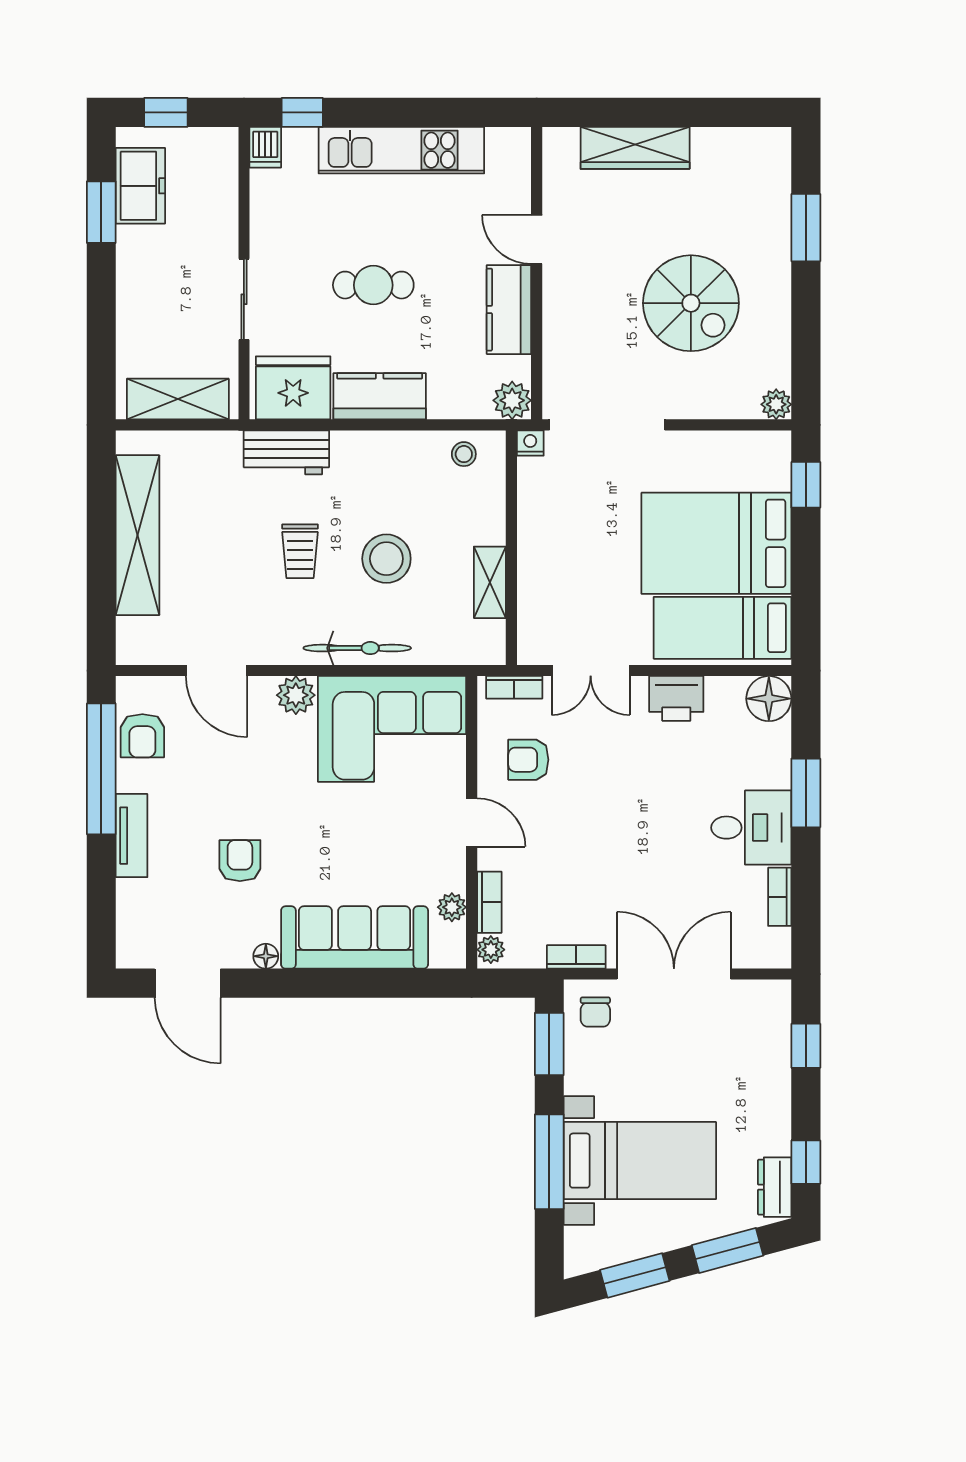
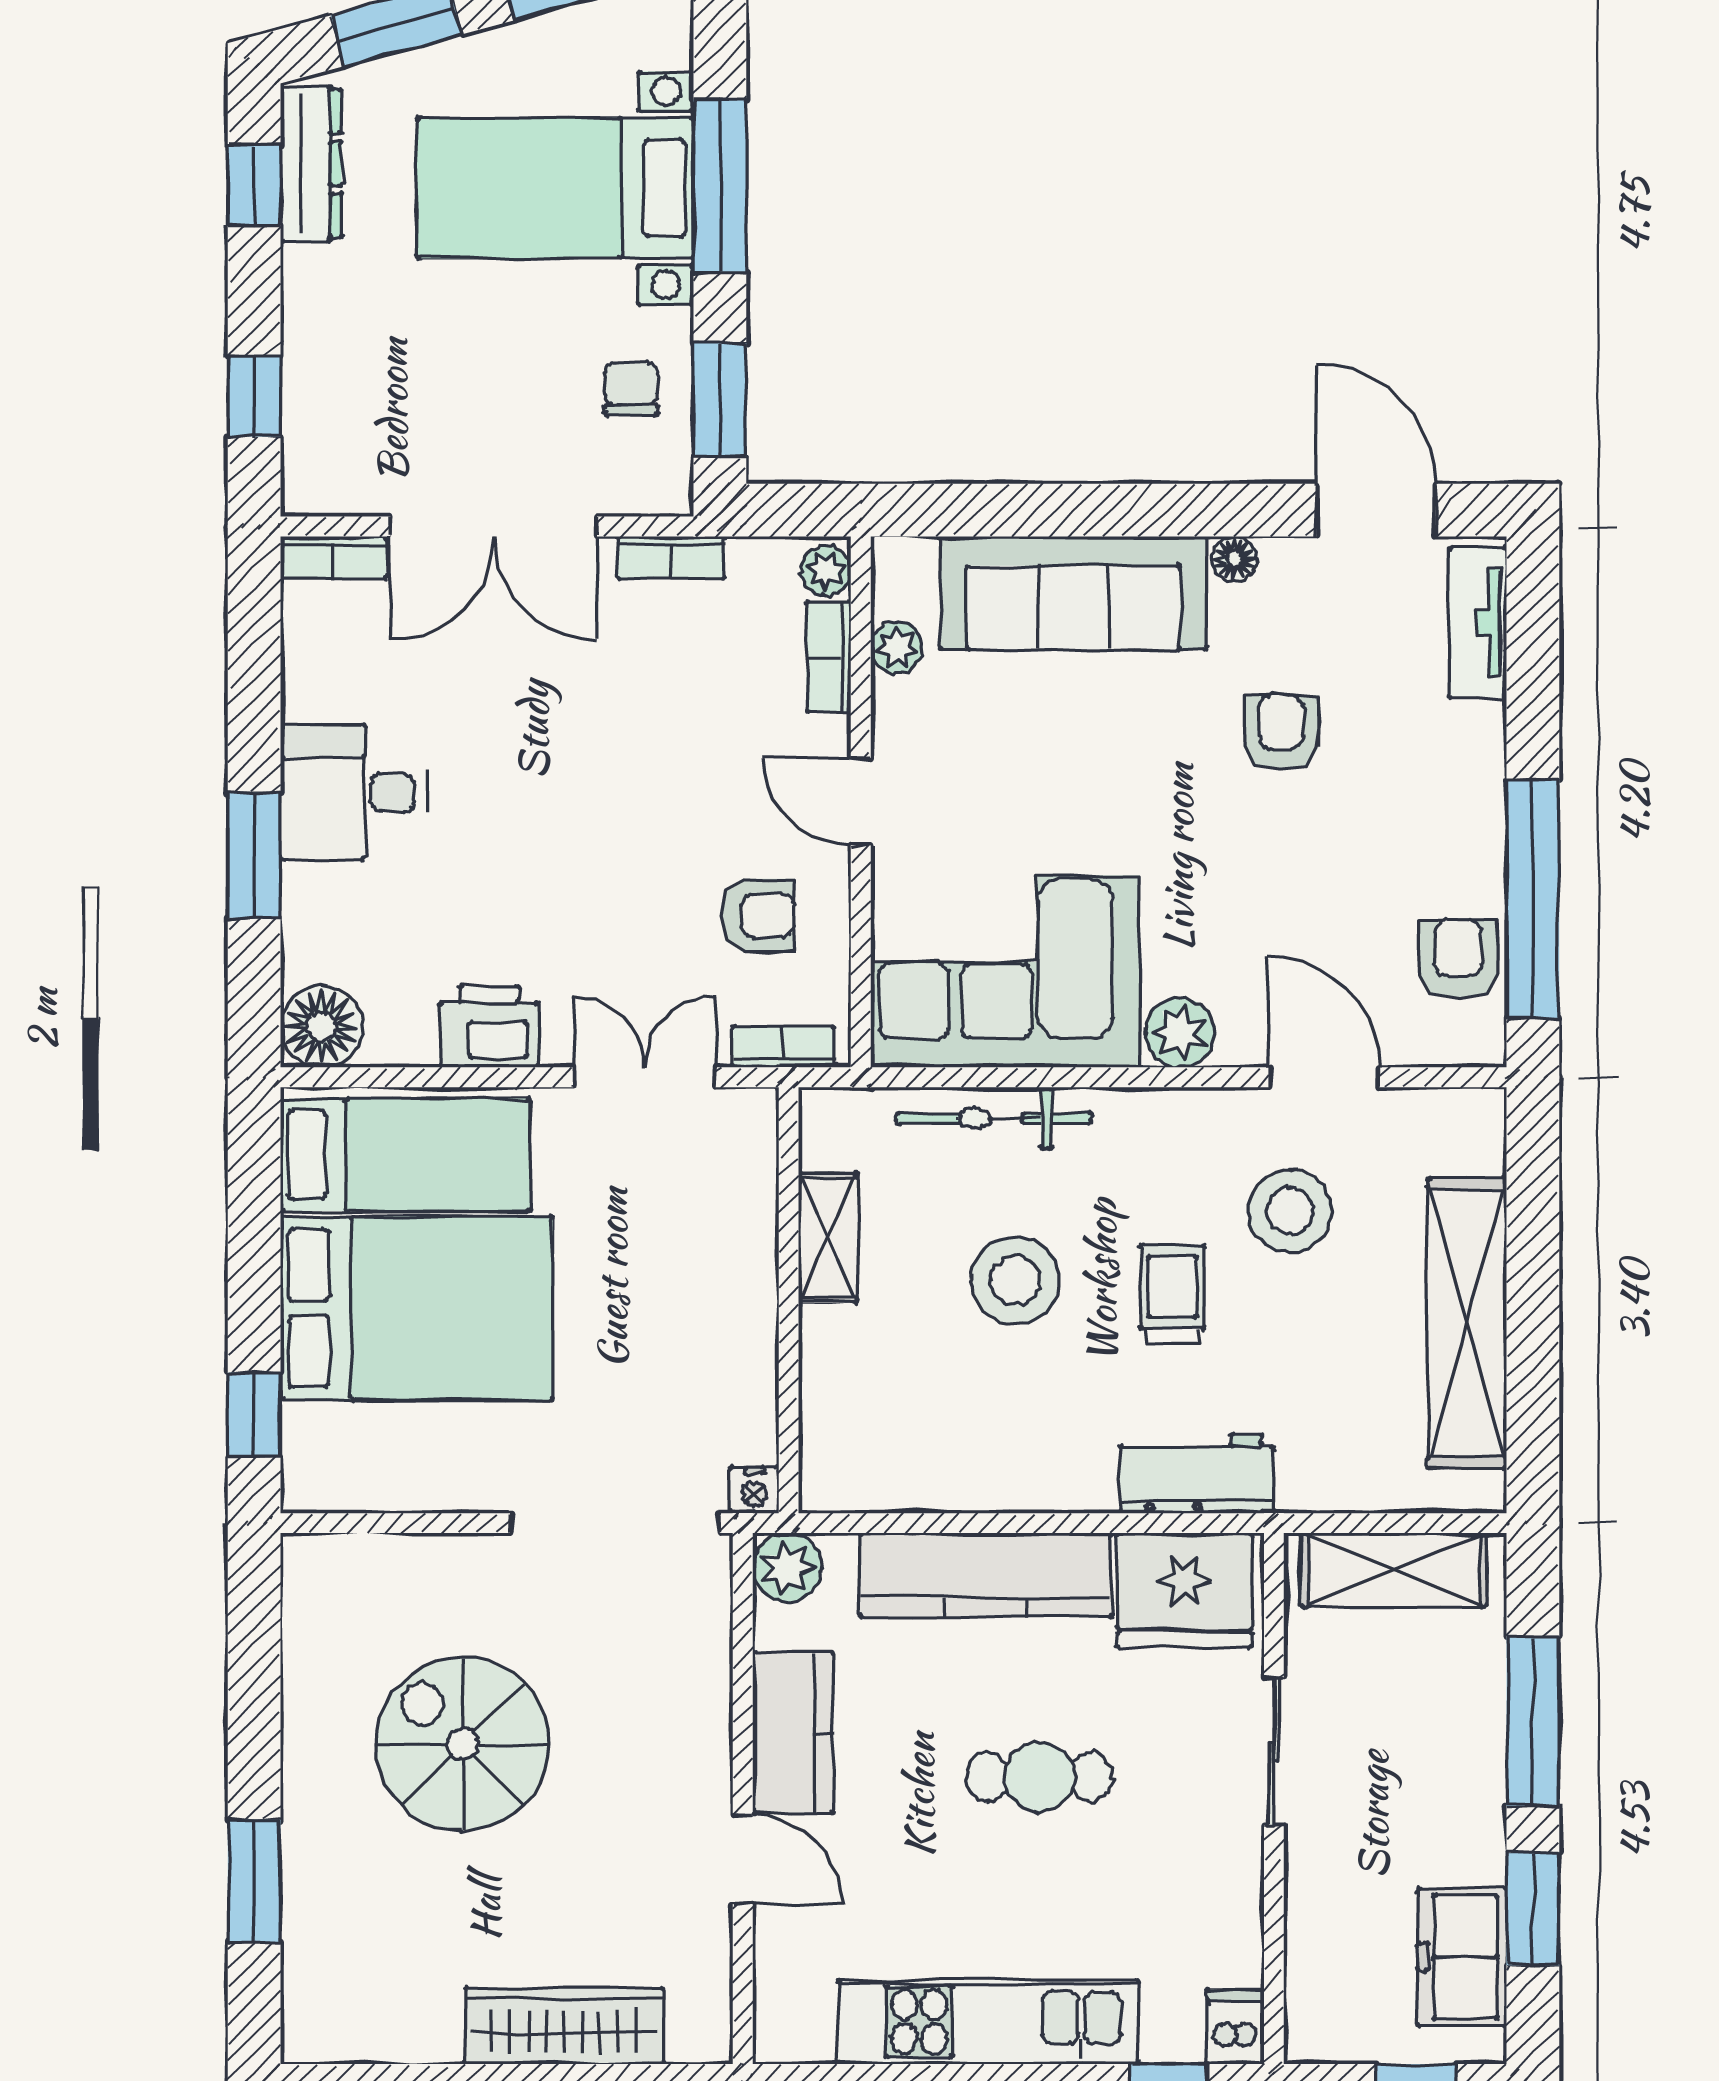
window: (101, 316) -> (1533, 1722), added
kitchen counter: (380, 396) -> (986, 1575), width x1.50
plant: (776, 404) -> (308, 1561), removed
stool: (464, 454) -> (1290, 1211), moved, width x1.89, depth x1.89
bicycle: (357, 648) -> (994, 1118), moved
tv unit: (132, 836) -> (1478, 623), moved
armchair: (240, 861) -> (1281, 732), turned 180
bookcase: (780, 897) -> (333, 557), moved, turned 90
chair: (595, 1012) -> (631, 389), moved
dresser: (775, 1187) -> (311, 163), width x1.44

